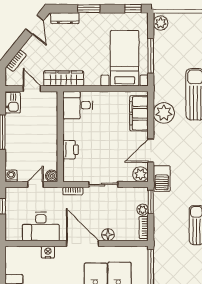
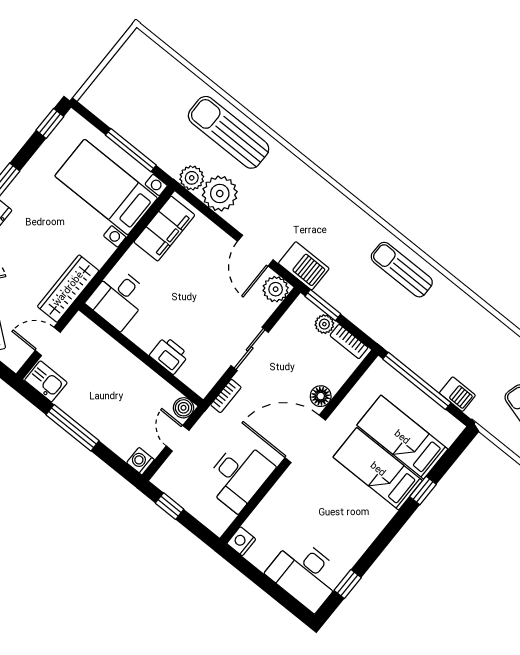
plant: (161, 23) -> (192, 178), moved
filing cabinet: (139, 113) -> (164, 229), moved, turned -90
nightstand: (48, 252) -> (241, 541), moved

